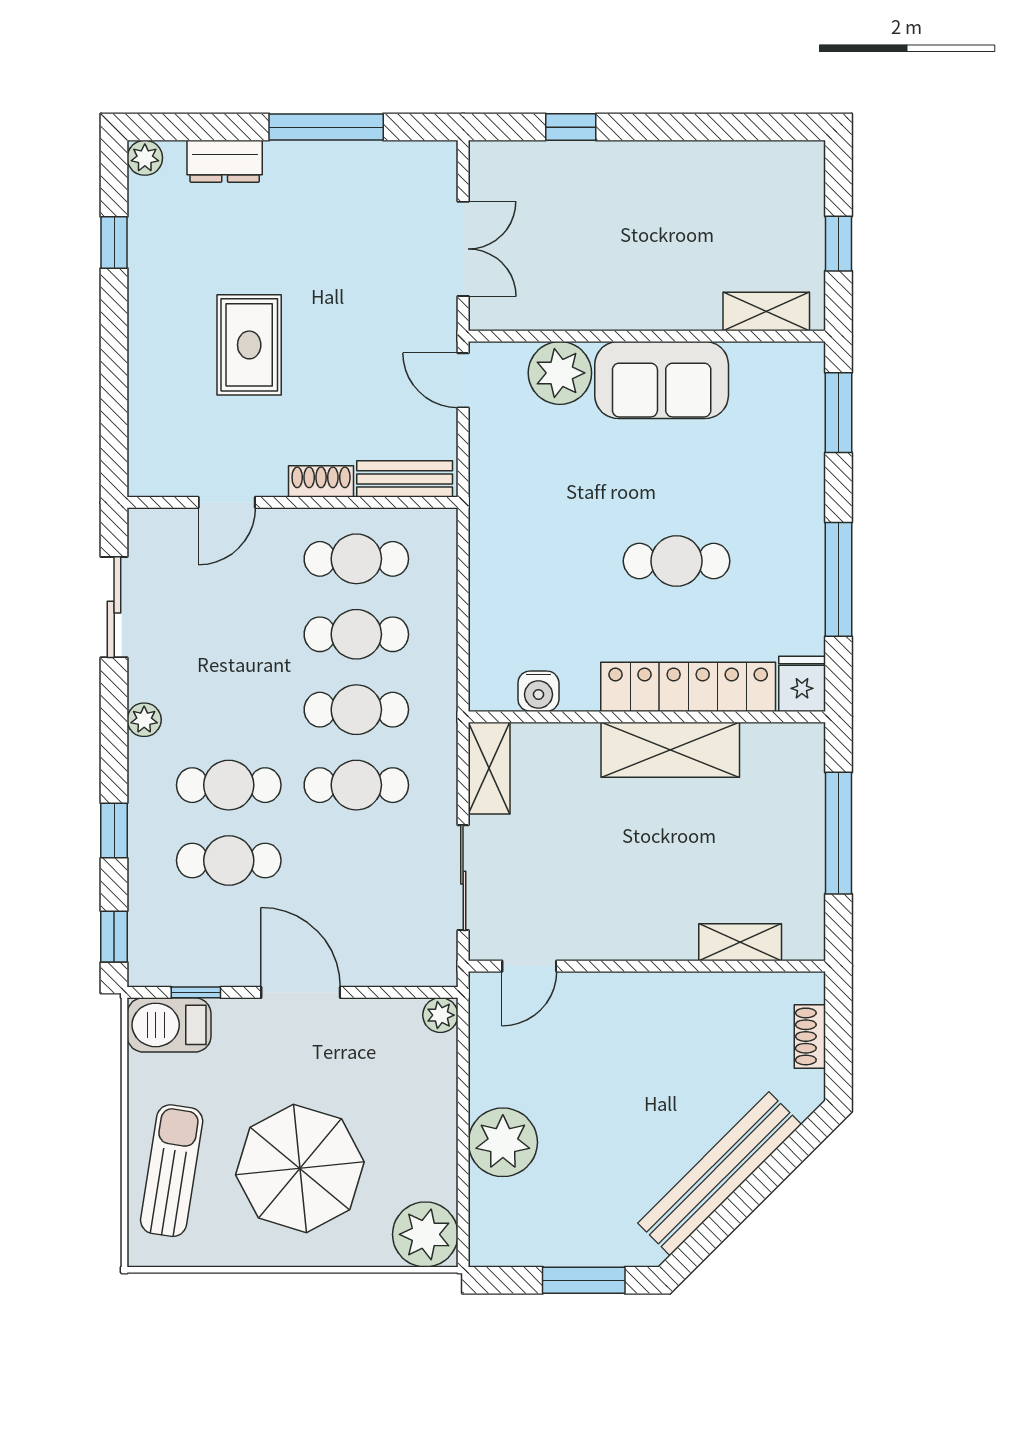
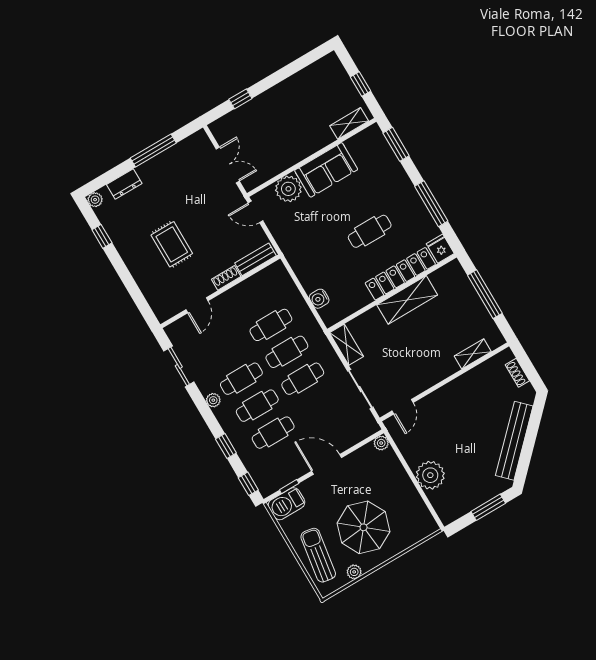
cafe table: (356, 559) -> (241, 379), moved
water cooler: (538, 691) -> (319, 299), moved, turned 90
plant: (425, 1234) -> (354, 572), moved, width x0.53, depth x0.53

